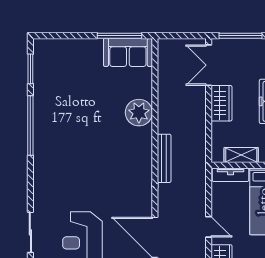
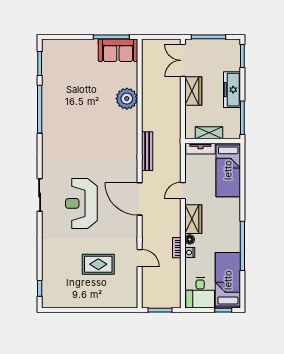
bench: (164, 158) -> (147, 151), moved
door: (209, 227) -> (183, 191), swing flipped

